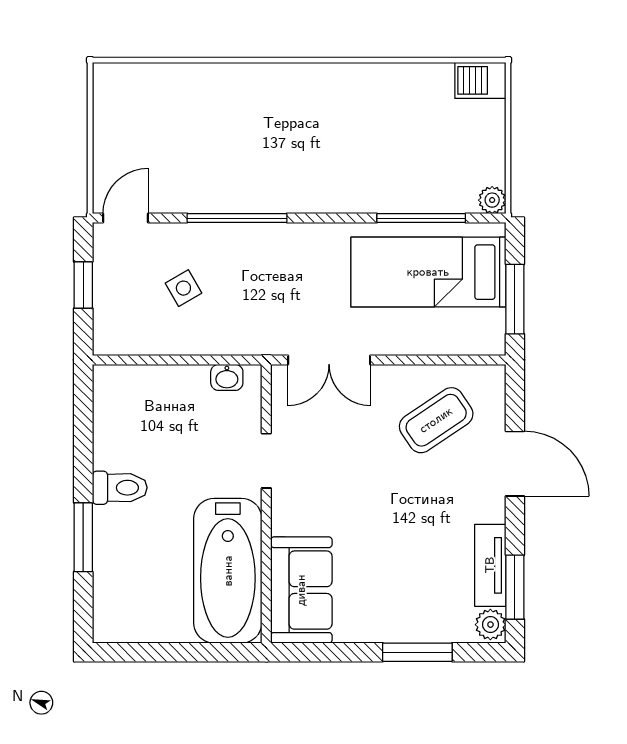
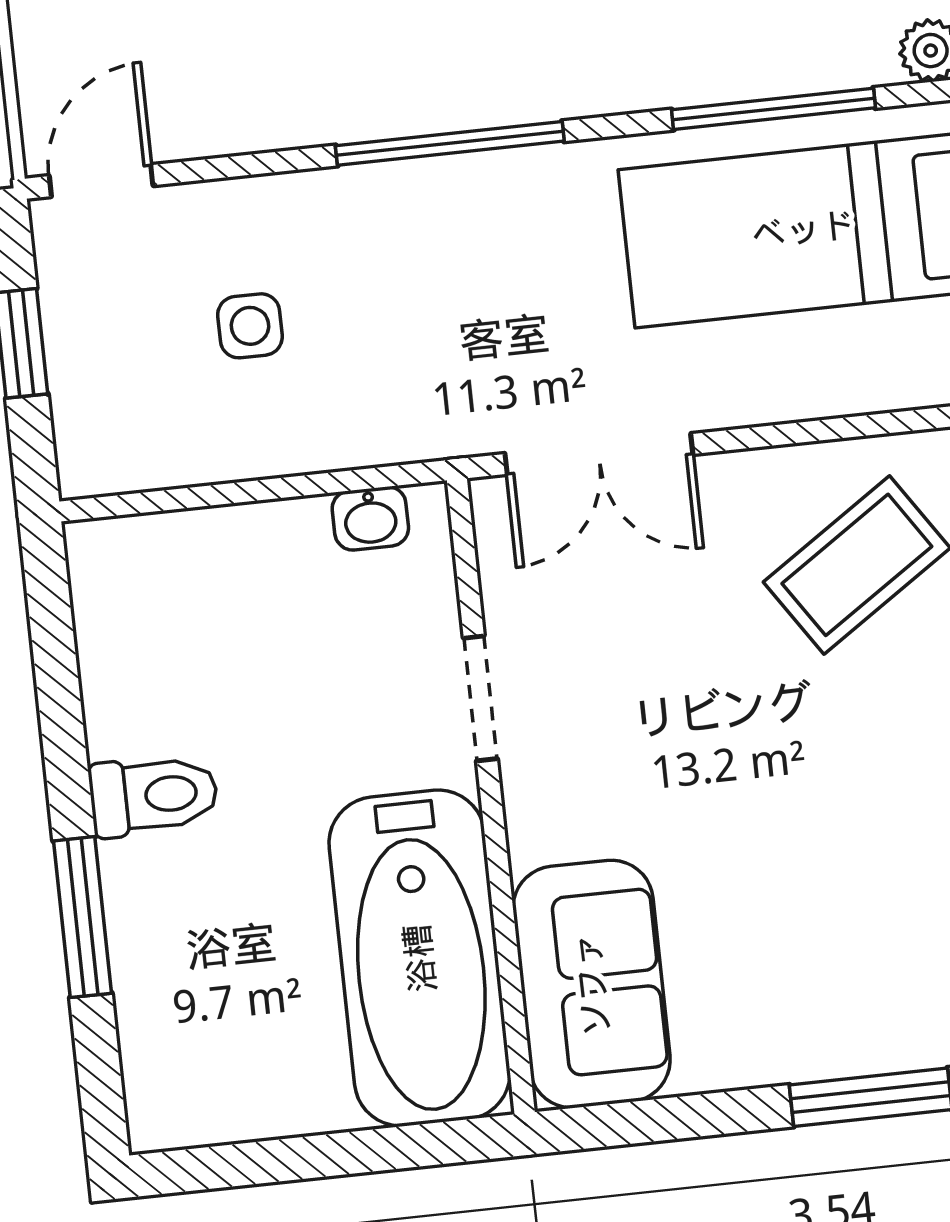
window: (237, 218) -> (450, 143), moved
side table: (183, 288) -> (250, 326), turned 30

